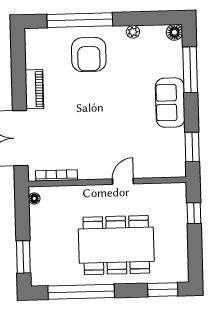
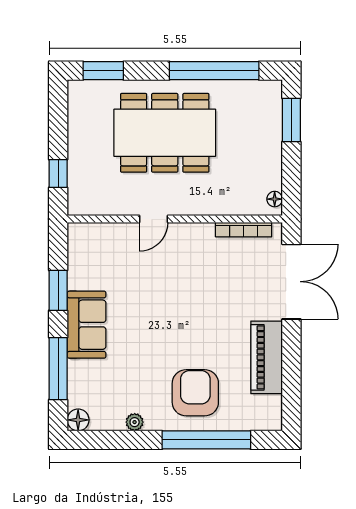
piano: (34, 89) -> (267, 357), width x1.37, depth x1.33
window: (192, 147) -> (58, 290), moved

